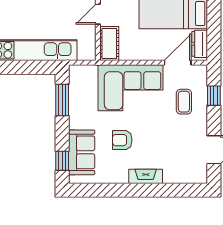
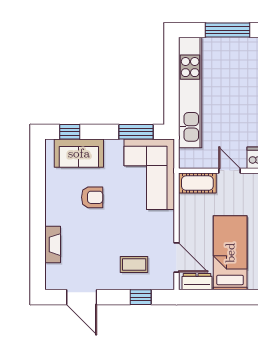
corner sofa: (130, 88) -> (149, 174), moved
armchair: (122, 140) -> (92, 197), turned 90
fireplace: (146, 176) -> (53, 245), moved

